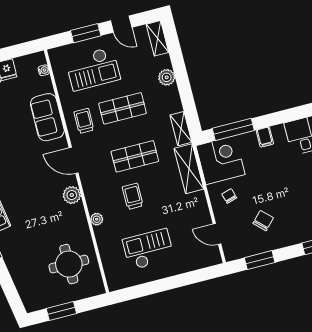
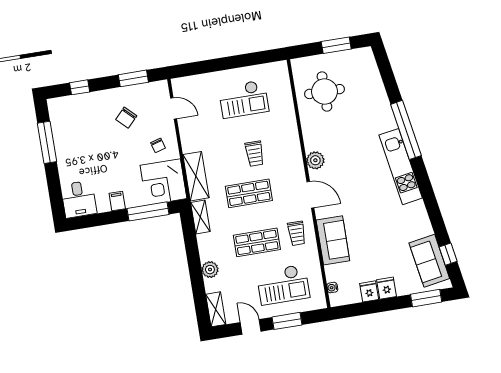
checkout: (93, 69) -> (283, 285), turned 180
plant: (97, 219) -> (293, 134), removed

